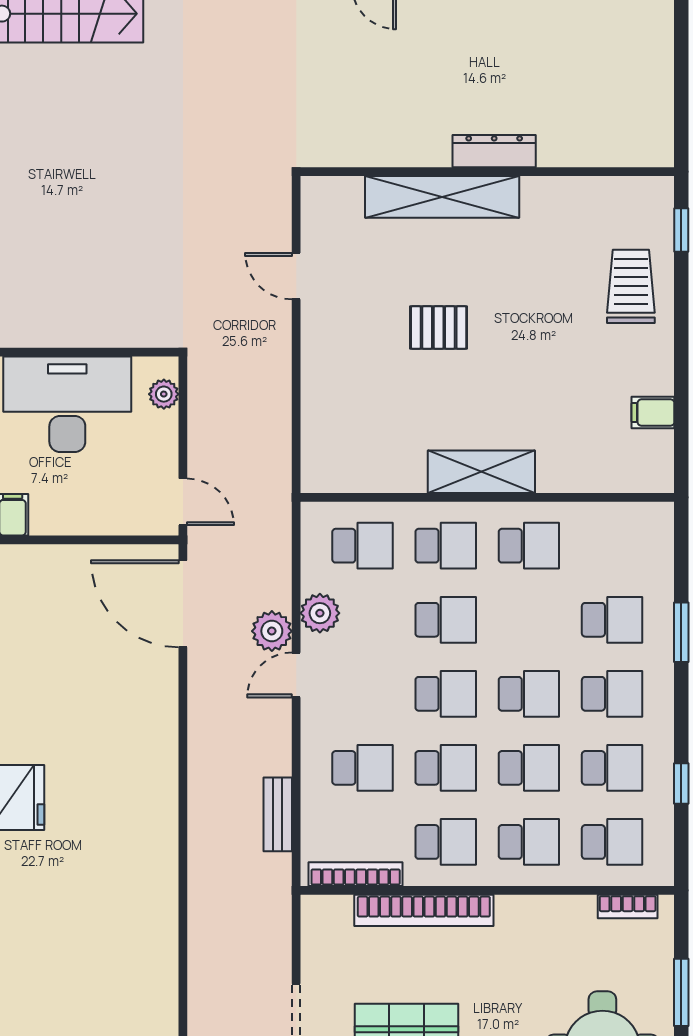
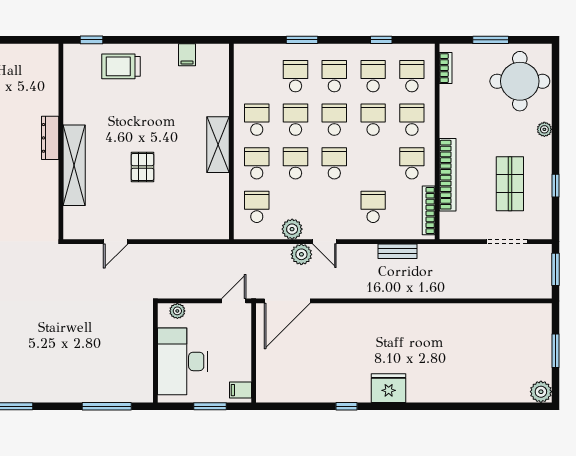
school desk: (446, 768) -> (296, 120), moved

